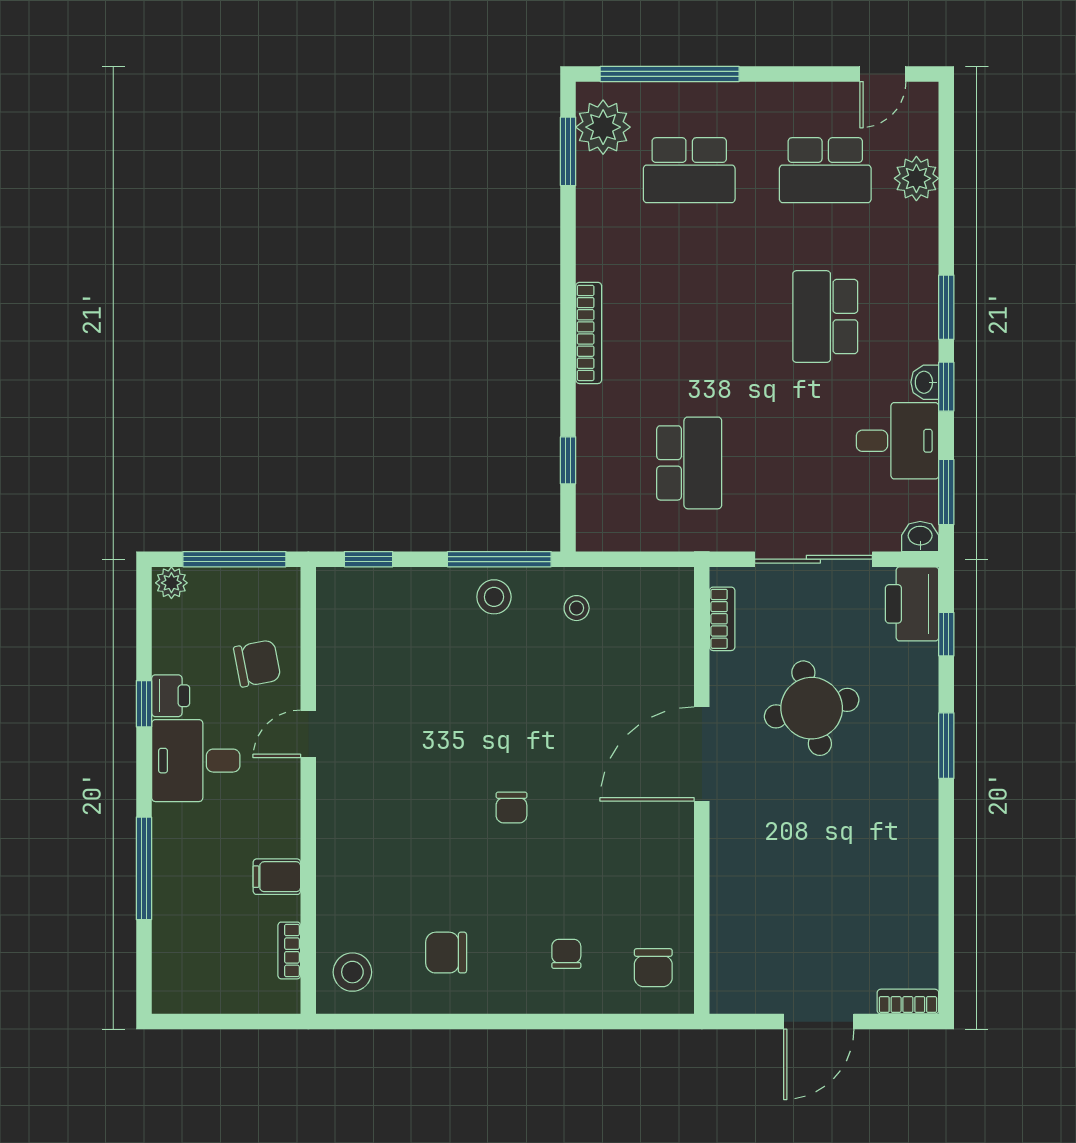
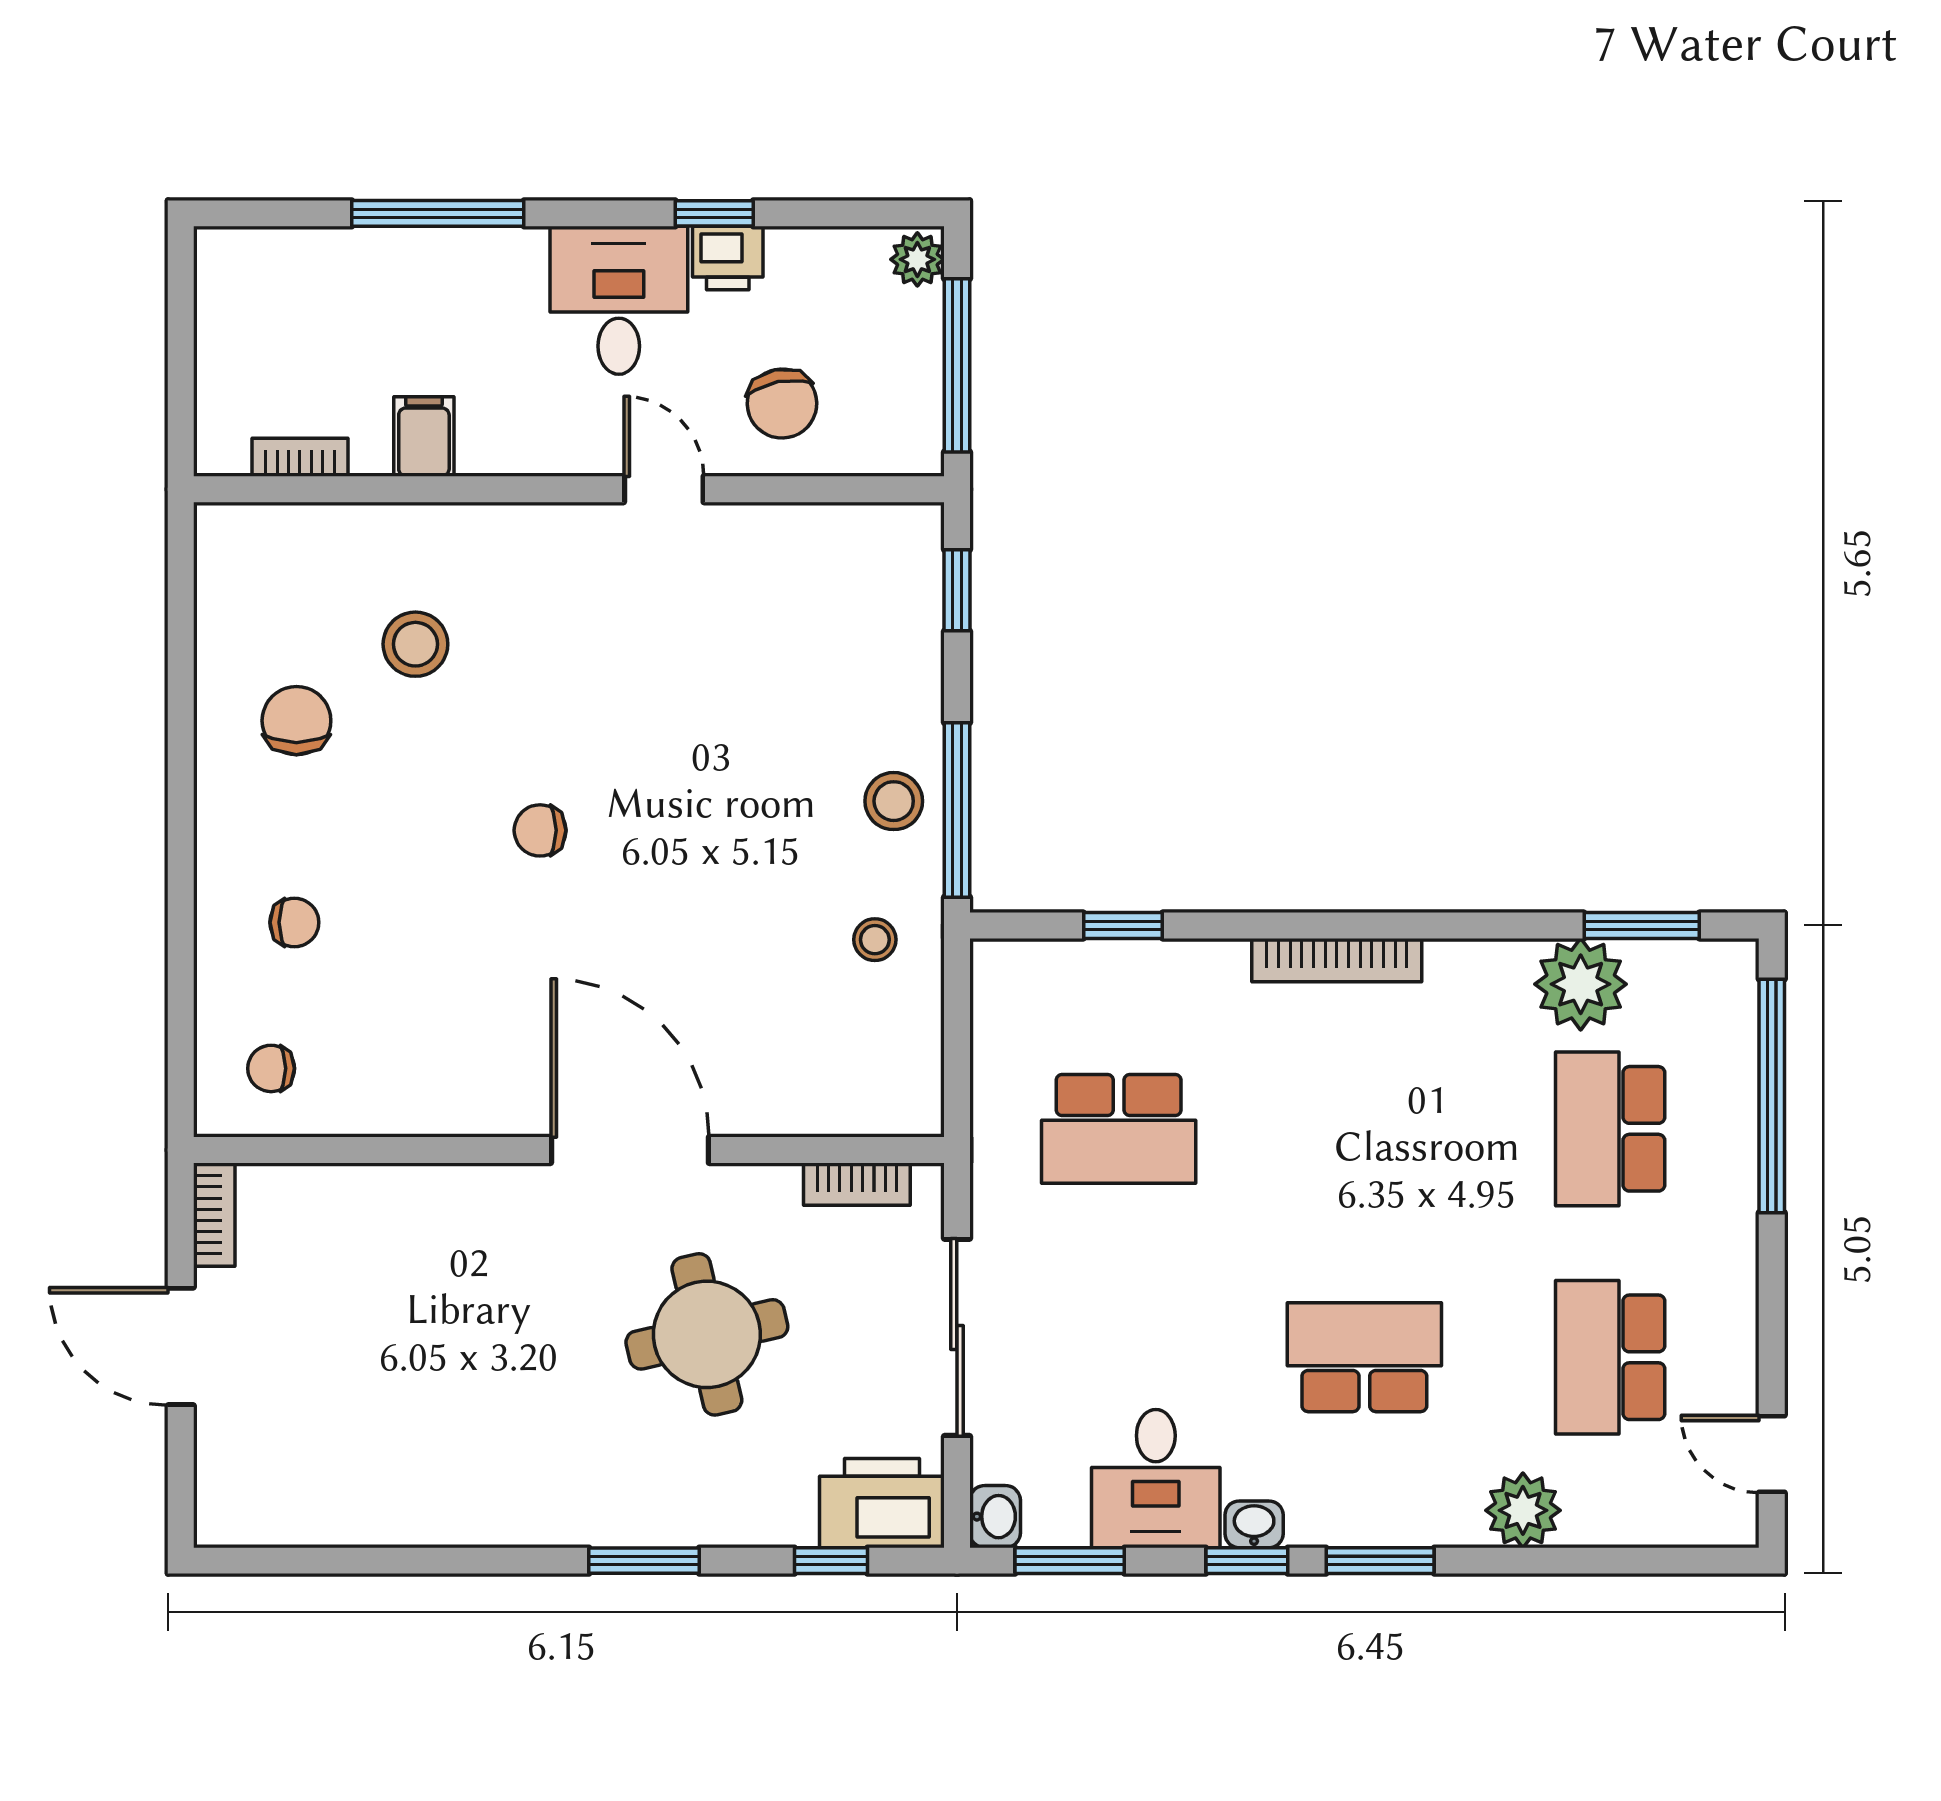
plant: (603, 127) -> (1581, 984), moved
plant: (916, 178) -> (1523, 1510), moved
chair: (653, 968) -> (271, 1068), width x0.73, depth x0.73
stool: (352, 972) -> (415, 644), moved
bookcase: (908, 1002) -> (214, 1215), moved

